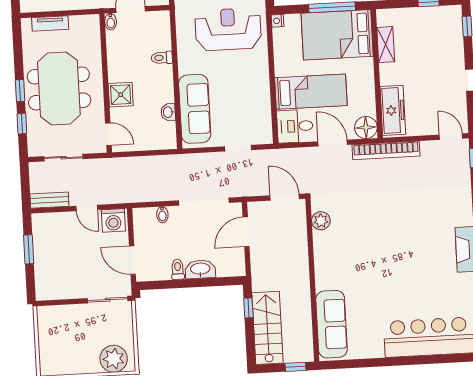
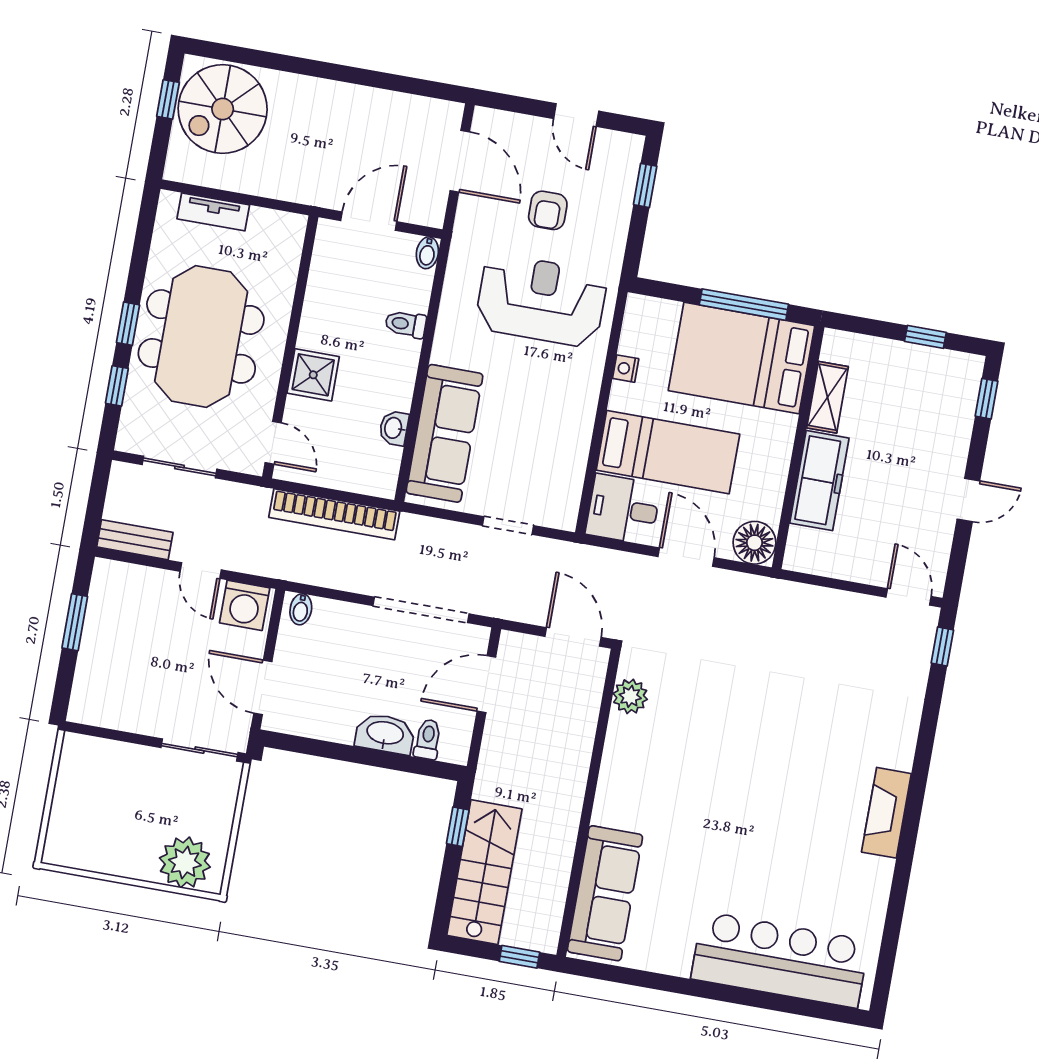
nightstand: (278, 21) -> (626, 369), moved
bidet: (111, 22) -> (427, 253), moved
freezer: (393, 110) -> (819, 481), moved
bookcase: (386, 150) -> (334, 514), moved
bidet: (162, 215) -> (301, 609), moved
toilet: (178, 269) -> (428, 739), moved

